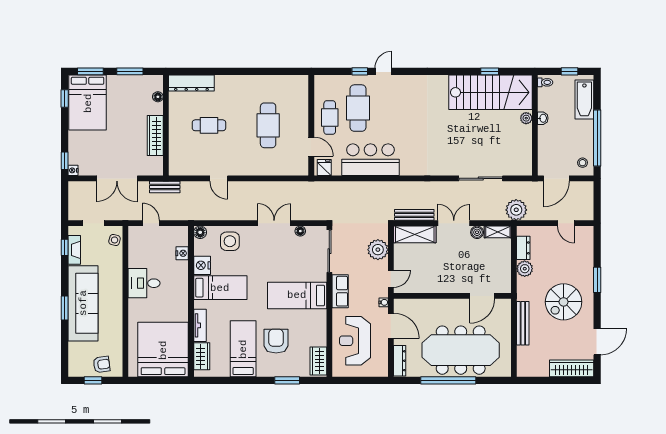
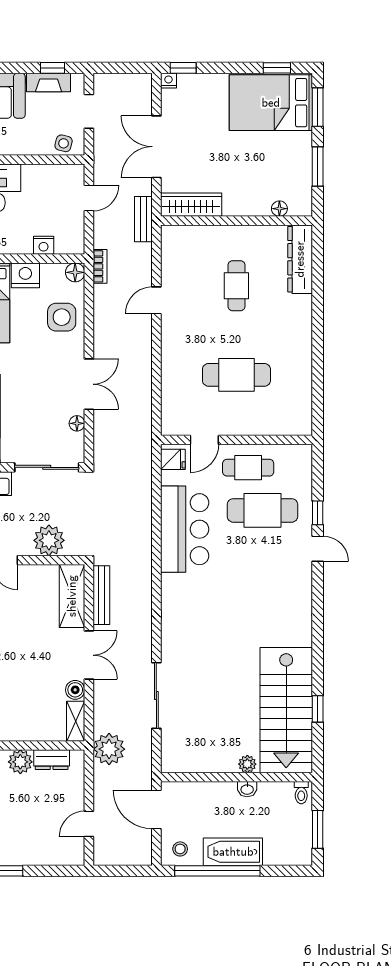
window: (570, 71) -> (318, 829), width x1.50
bathtub: (584, 99) -> (233, 852), moved
wardrobe: (155, 136) -> (191, 205), moved
bookcase: (196, 216) -> (100, 266), added

